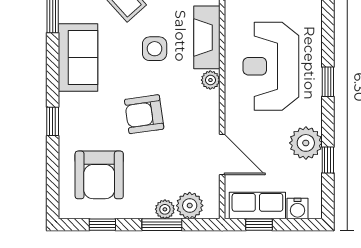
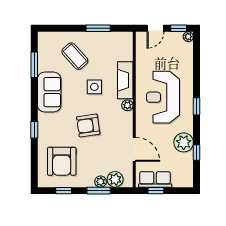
water cooler: (297, 209) -> (179, 181), removed

